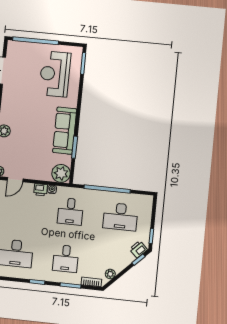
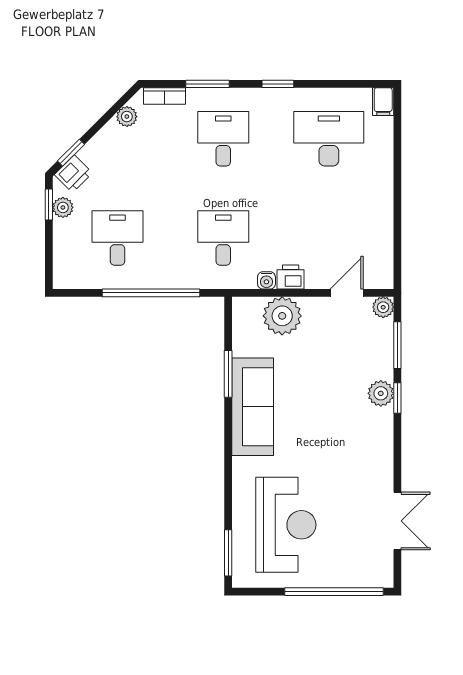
plant: (61, 173) -> (282, 316), moved
desk: (120, 217) -> (118, 238), width x0.73
plant: (145, 234) -> (63, 207), added

